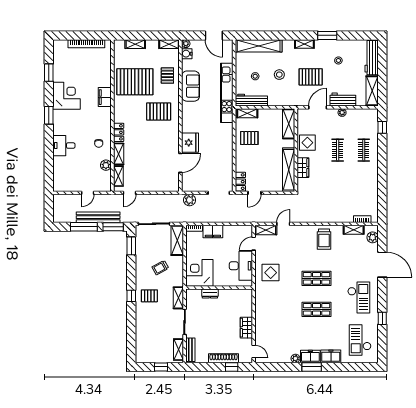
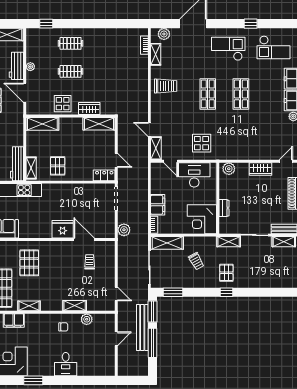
locker: (119, 132) -> (52, 306), removed
trolley: (160, 168) -> (90, 262), added
shelving: (289, 170) -> (99, 124), width x0.68
shelving: (118, 176) -> (29, 306), moved
door: (88, 193) -> (116, 339), hinge flipped
plant: (247, 298) -> (229, 169), added

